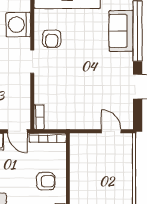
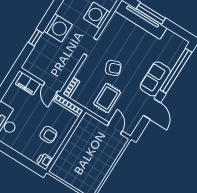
sofa: (121, 31) -> (155, 79), moved
armchair: (52, 39) -> (113, 68), moved, turned -110
rug: (83, 105) -> (107, 98), added

